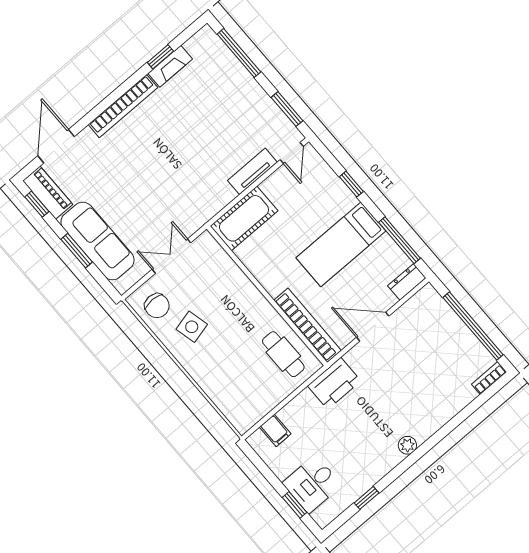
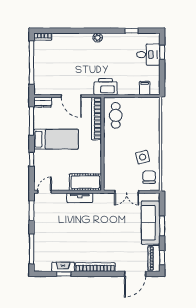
tv unit: (252, 171) -> (80, 198), moved

